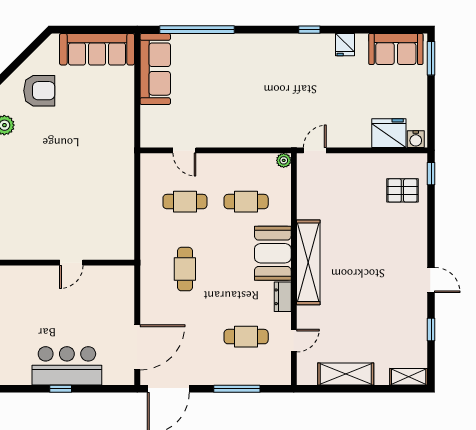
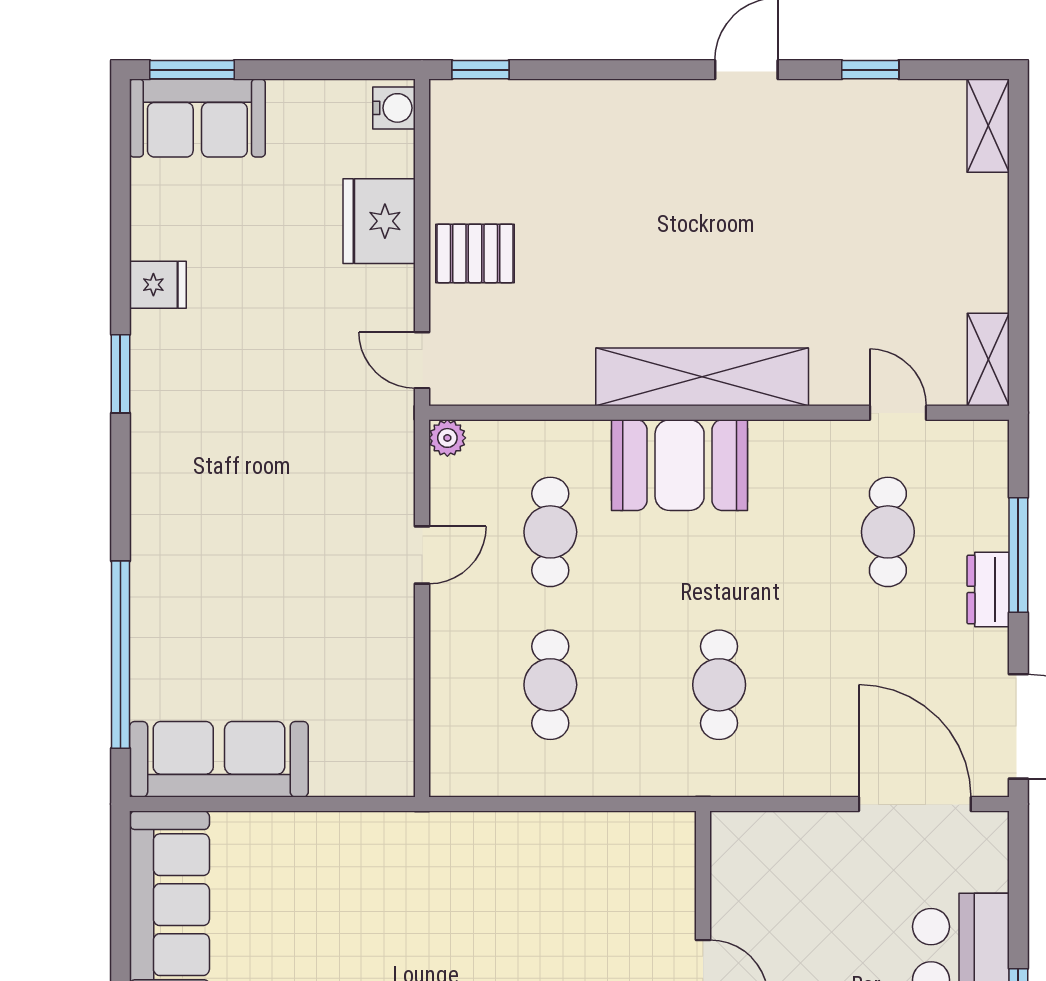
window: (309, 30) -> (120, 374), width x1.50
sofa: (396, 49) -> (197, 118), moved, turned 90
fridge: (389, 133) -> (379, 221), moved
door: (184, 150) -> (422, 555), moved
pallet: (402, 190) -> (475, 253), moved, turned 90
cafe table: (185, 269) -> (719, 685), turned 90
dresser: (283, 297) -> (988, 589), moved, turned 90
shelving: (346, 374) -> (988, 359), moved, width x0.67, depth x0.75

